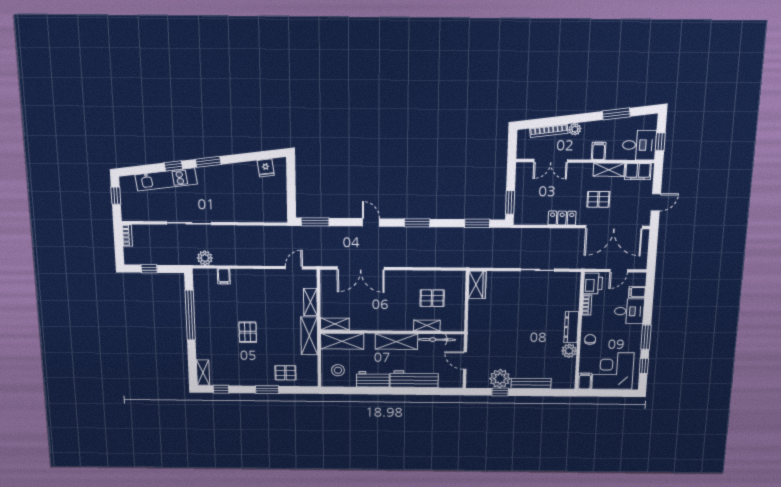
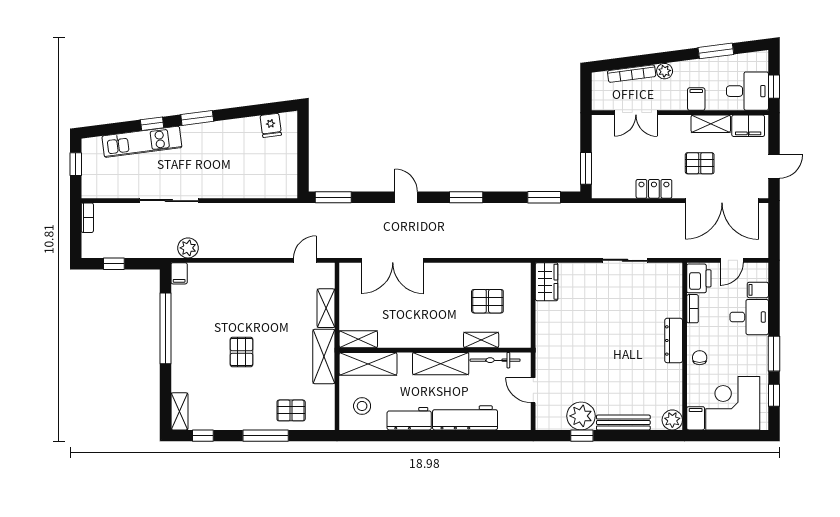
filing cabinet: (224, 276) -> (179, 273), moved
plant: (569, 351) -> (672, 420), moved
window: (267, 390) -> (266, 436), width x1.44

